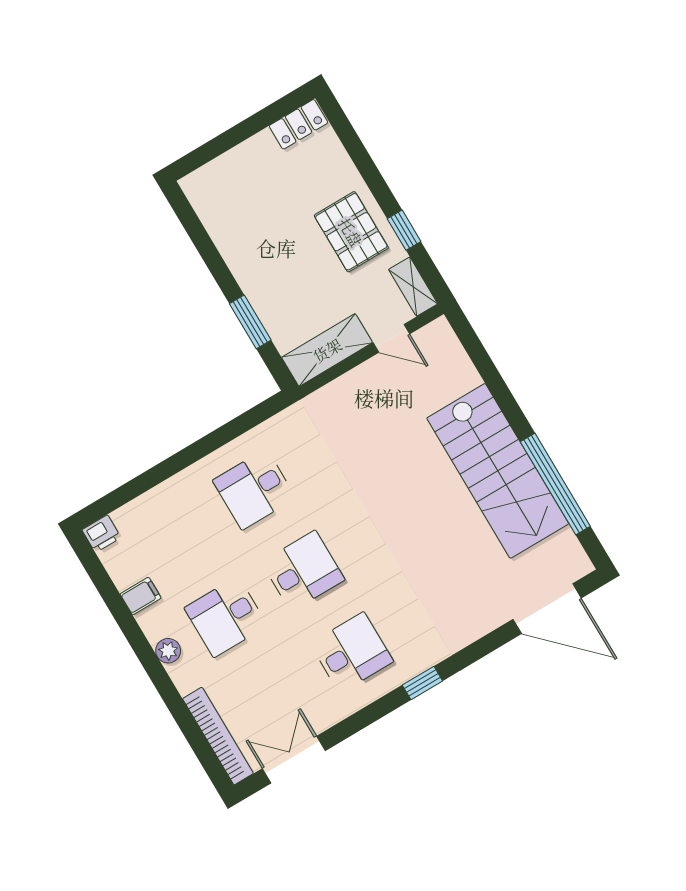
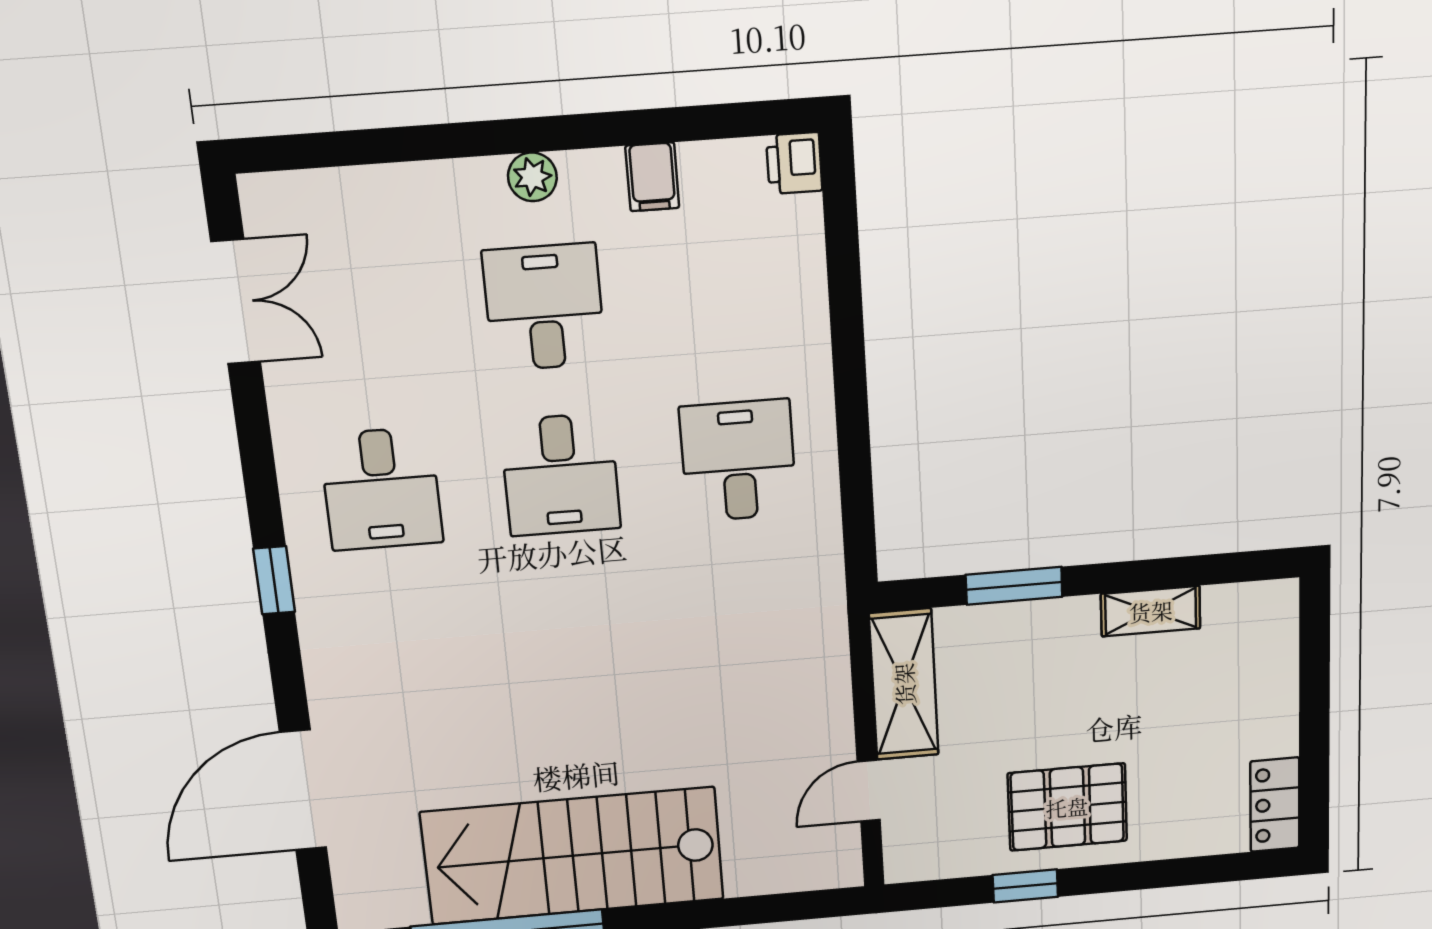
shelving: (413, 287) -> (1151, 611), moved
door: (547, 609) -> (303, 790), moved
bookcase: (218, 736) -> (338, 189), removed

